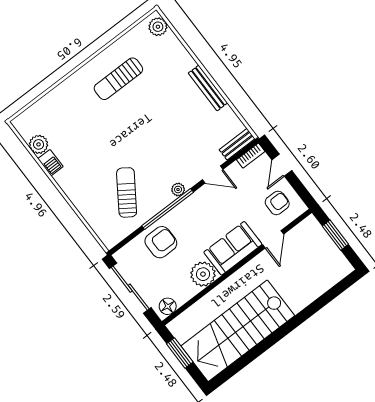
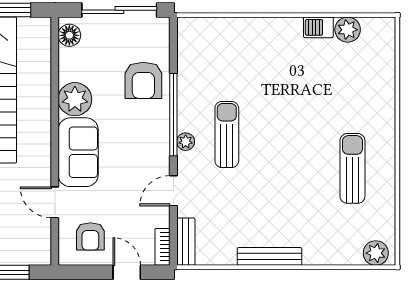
sun lounger: (127, 192) -> (227, 134), moved, turned -124

